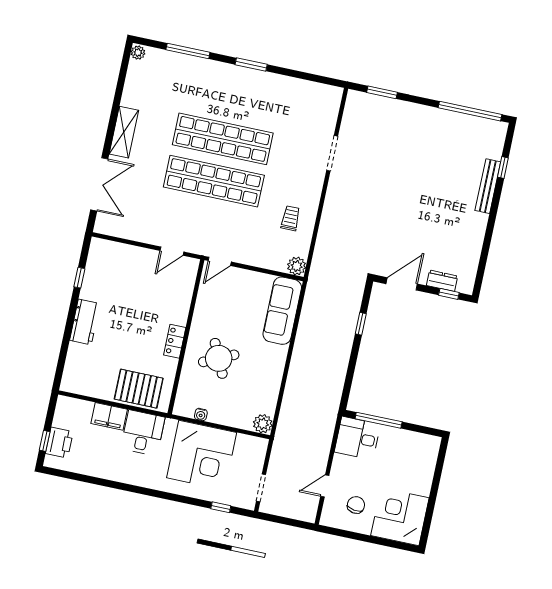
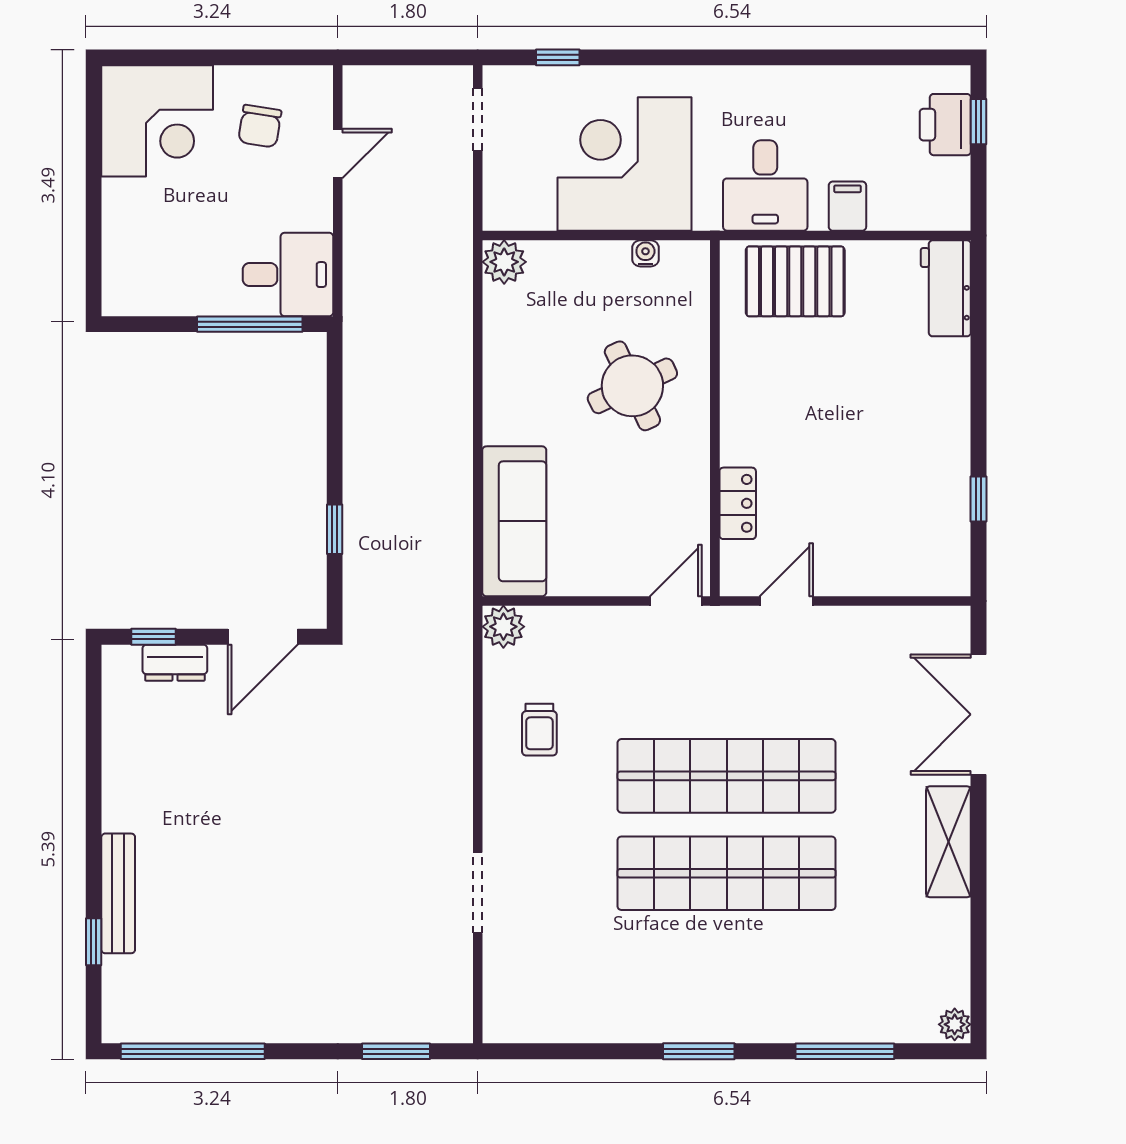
workbench: (85, 322) -> (946, 288), moved
locker: (175, 341) -> (738, 503), moved
filing cabinet: (109, 416) -> (847, 206), width x0.50

